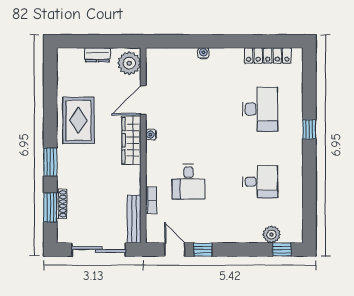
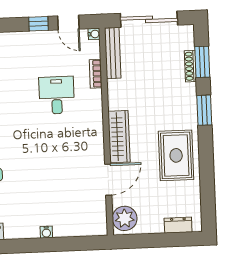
dresser: (97, 55) -> (178, 225), moved
water cooler: (151, 135) -> (94, 34), moved

